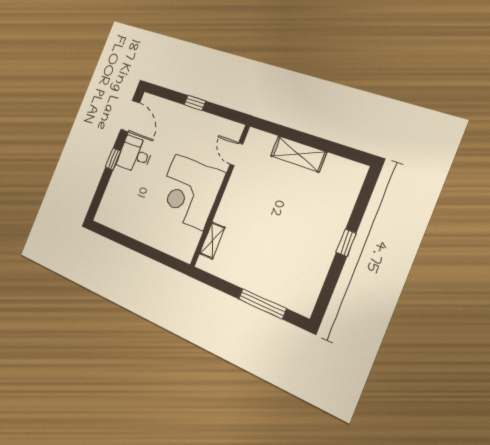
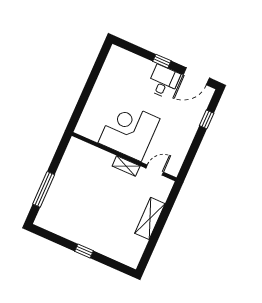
window: (195, 103) -> (207, 119), moved
shelving: (212, 240) -> (126, 166), moved

